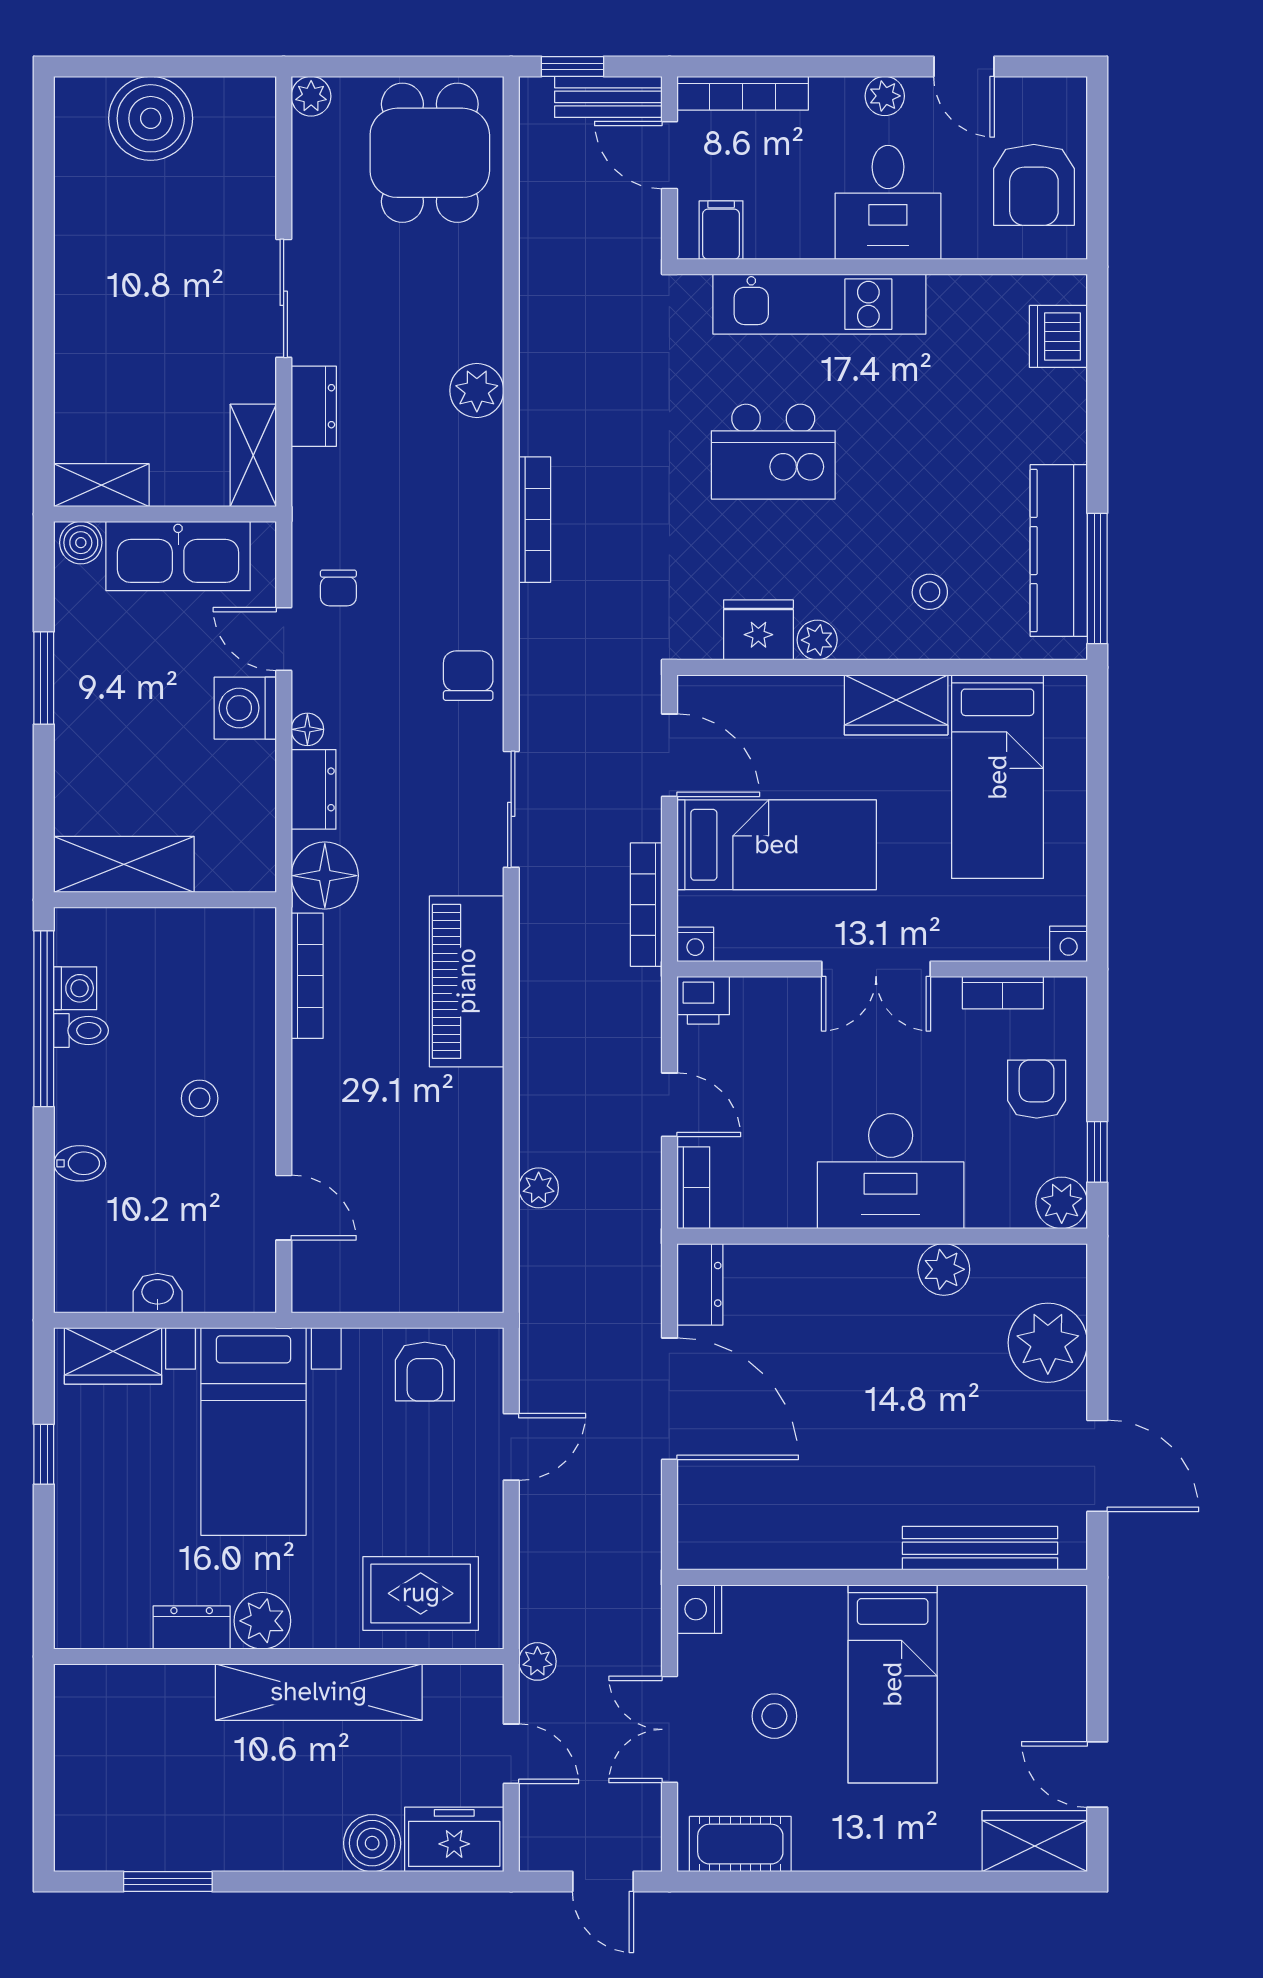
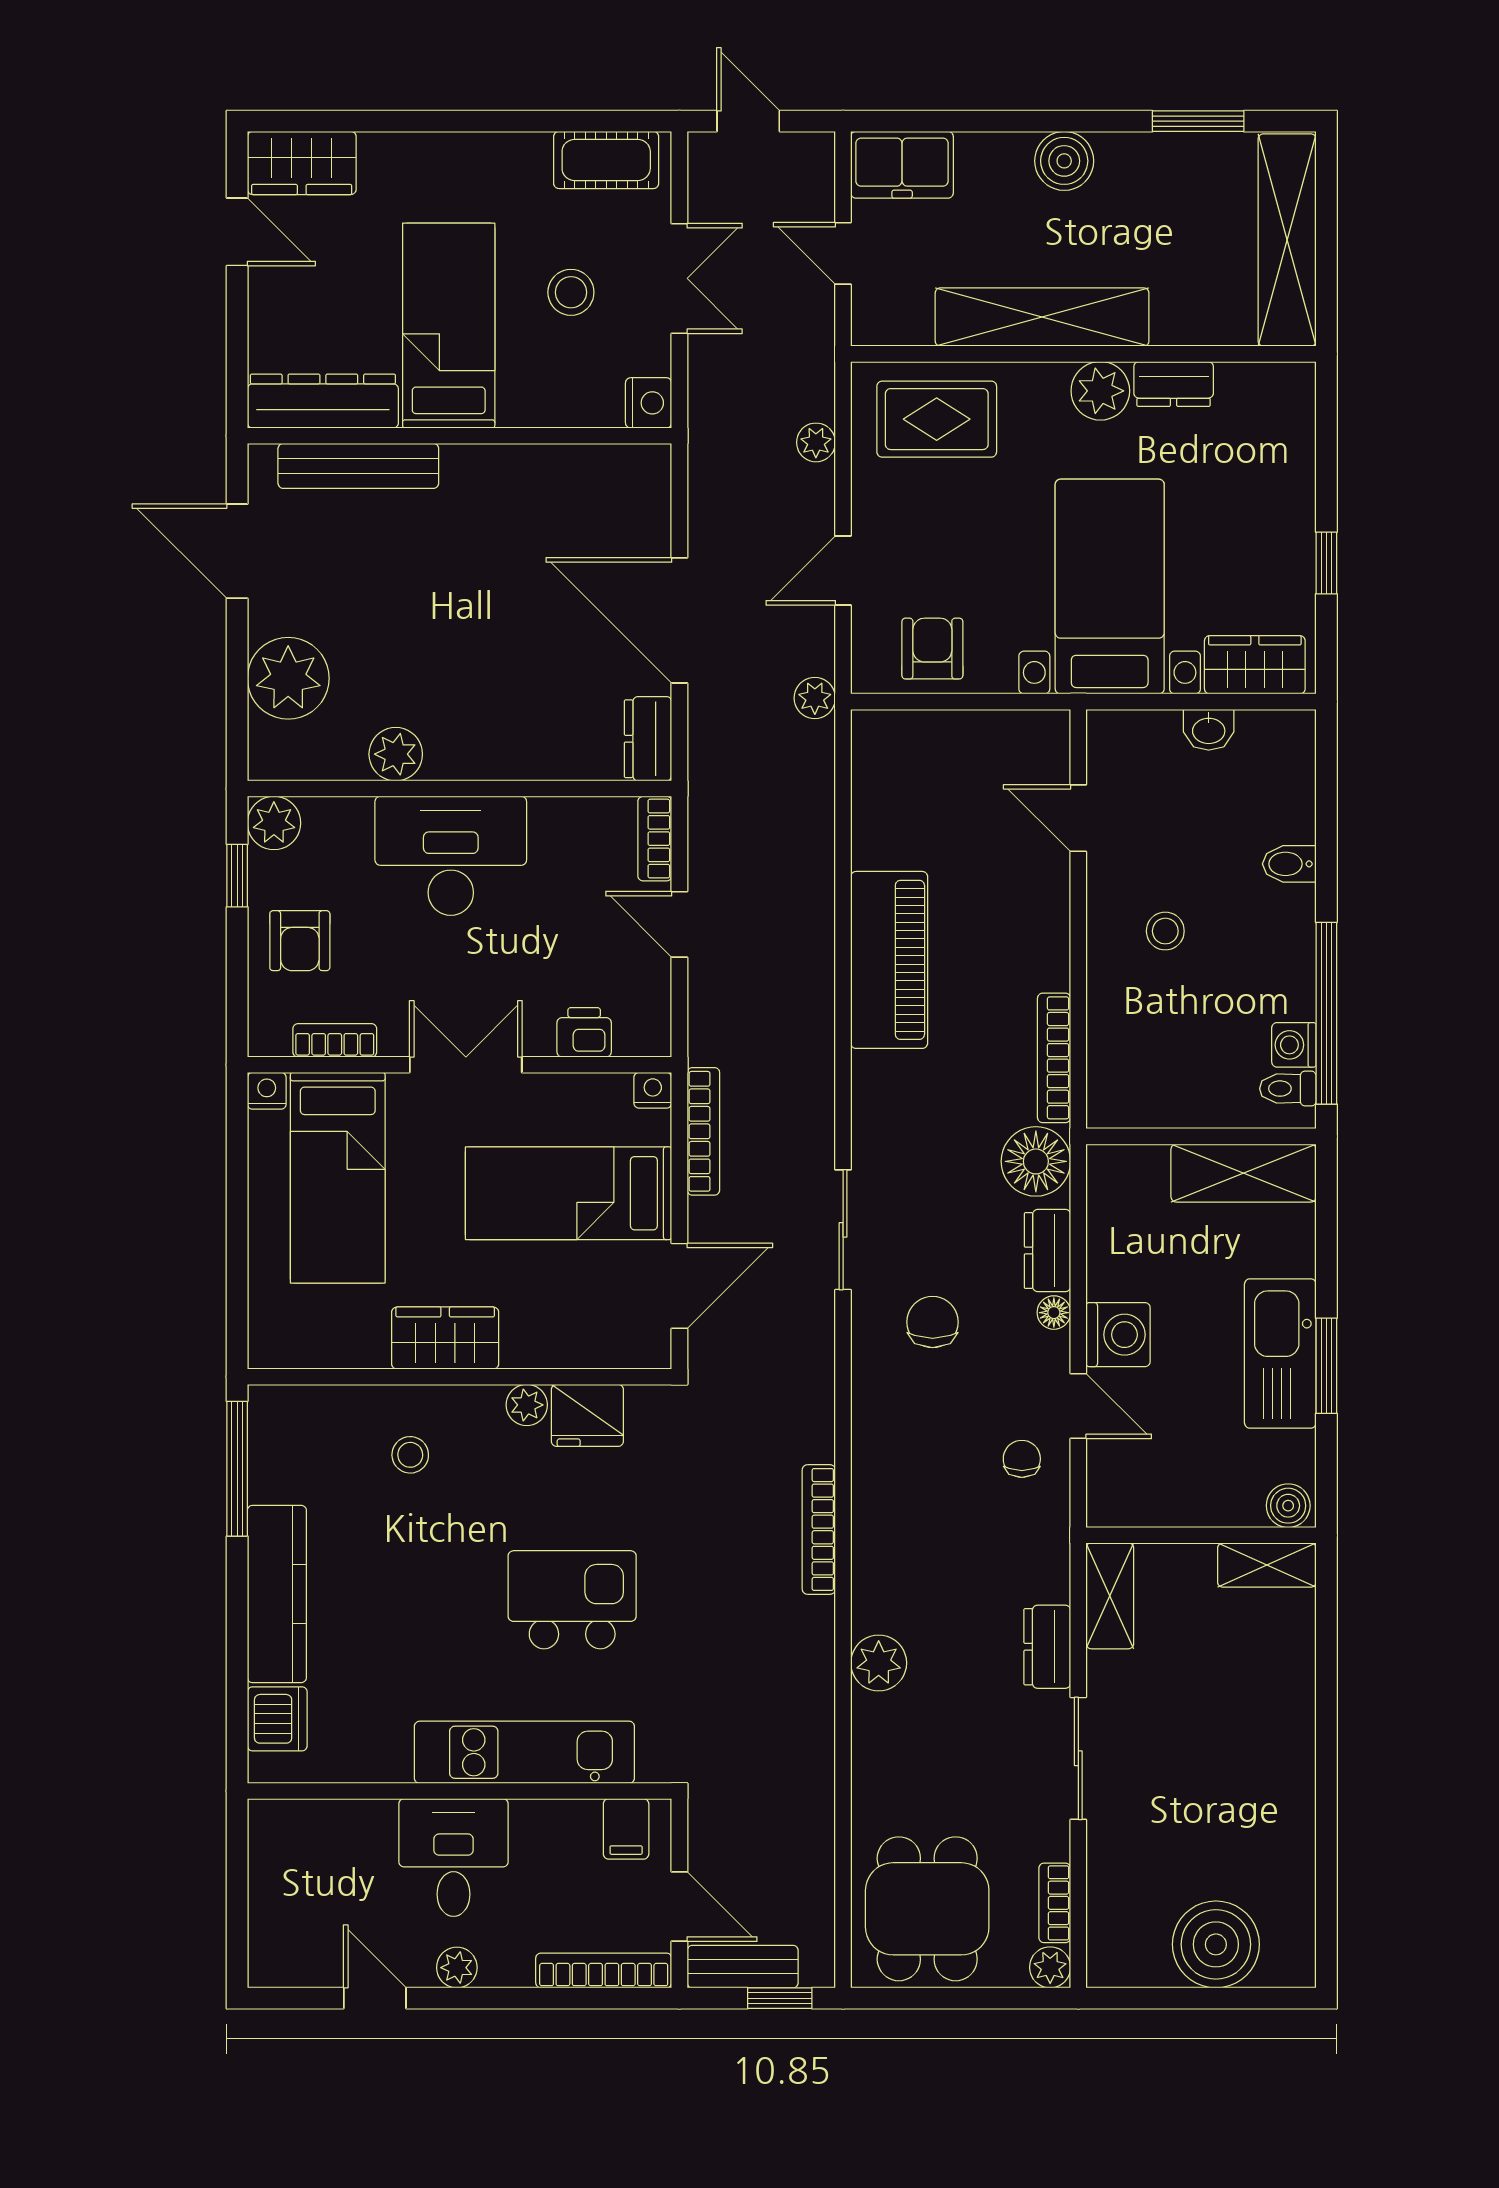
bookcase: (307, 158) -> (1055, 1903), added
armchair: (1034, 185) -> (303, 1876), removed
kitchen counter: (1059, 551) -> (277, 1594), moved
kitchen sink: (178, 556) -> (1280, 1354), moved, turned -90
chair: (468, 676) -> (933, 1322), moved, turned 180
door: (669, 755) -> (679, 1286), swing flipped
bed: (998, 777) -> (338, 1178), moved, turned 180
piano: (467, 981) -> (889, 960), moved
printer: (703, 1000) -> (584, 1032), moved
toilet: (81, 1030) -> (1288, 1089), moved
plant: (539, 1188) -> (815, 698), moved
dresser: (1014, 1611) -> (323, 401), added
plant: (537, 1661) -> (816, 442), moved
shelving: (82, 1767) -> (1287, 240), added
boiler: (372, 1843) -> (1064, 161), moved

